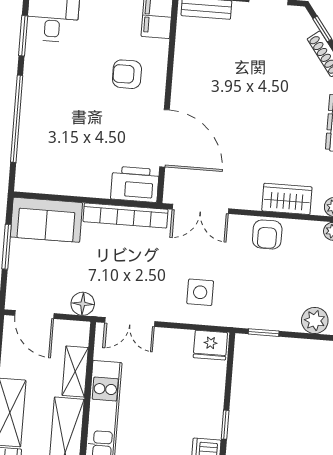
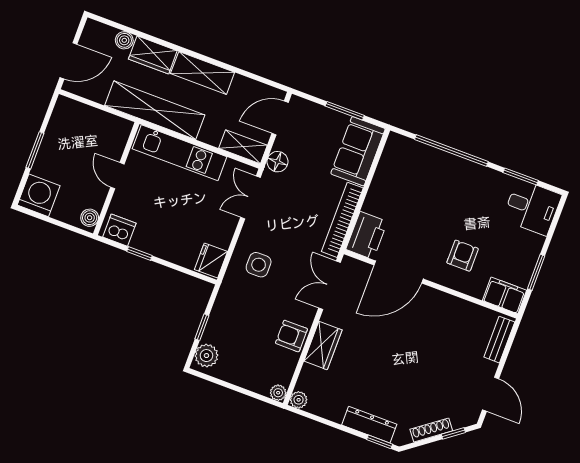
wardrobe: (287, 199) -> (323, 346), moved
window: (264, 333) -> (202, 327), moved
shelving: (75, 372) -> (243, 147), moved

